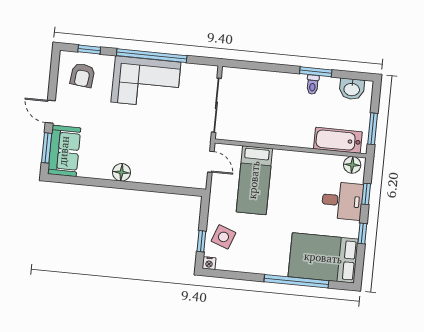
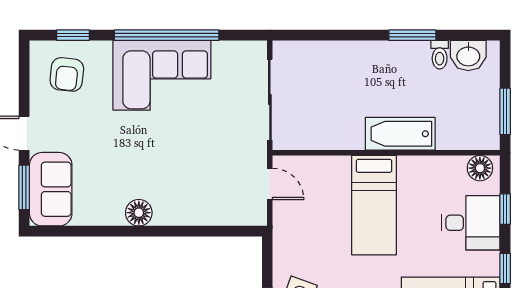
toilet: (313, 85) -> (440, 55), moved
bathtub: (338, 140) -> (400, 134), moved
bed: (254, 180) -> (374, 205), moved

